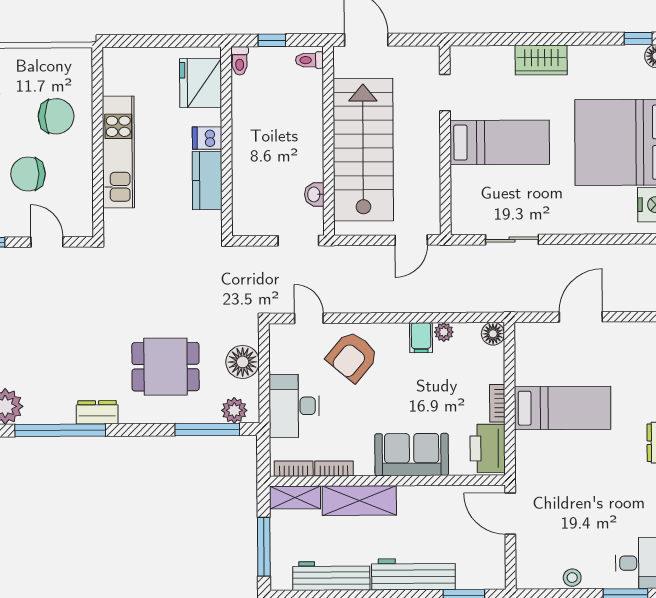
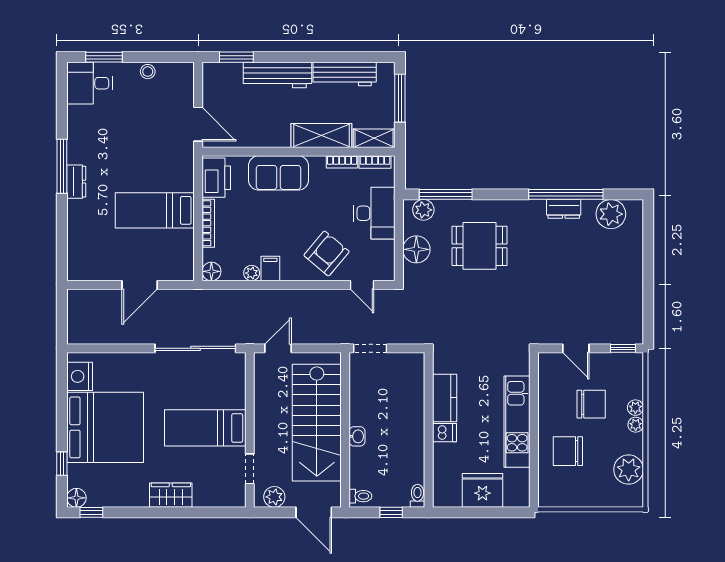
plant: (415, 58) -> (274, 497), added
fridge: (201, 83) -> (482, 490), moved, turned -90
washbasin: (314, 194) -> (357, 436), moved
sliding door: (512, 240) -> (195, 348), width x1.86
bookcase: (497, 403) -> (208, 223), width x1.56
dresser: (97, 412) -> (564, 209), moved

